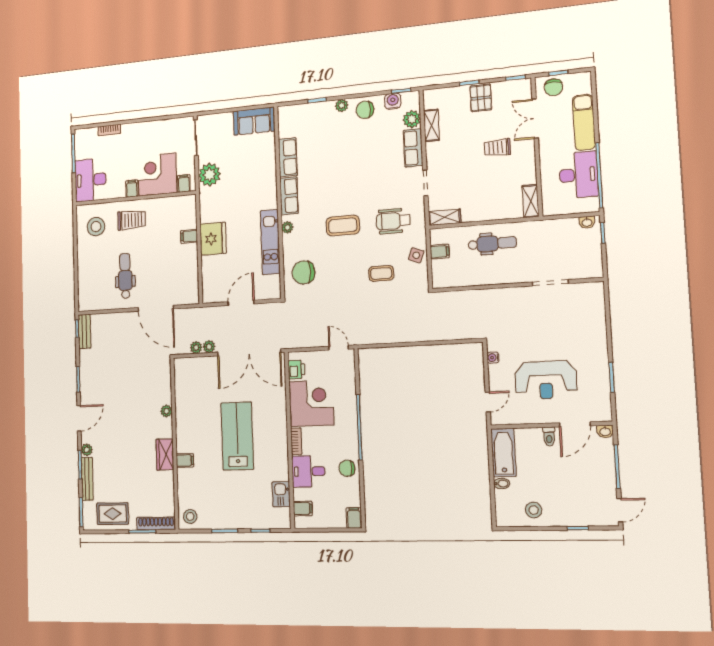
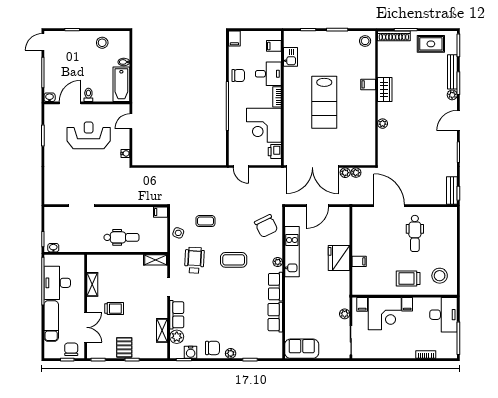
plant: (209, 175) -> (345, 314), width x0.53, depth x0.53
shelving: (531, 201) -> (92, 284), moved
wheelchair: (393, 221) -> (194, 260), turned -87
dental chair: (492, 244) -> (121, 237), turned 180
filing cabinet: (440, 252) -> (161, 212), moved
chair: (304, 272) -> (266, 226), turned 64
double door: (249, 352) -> (312, 167), swing flipped

